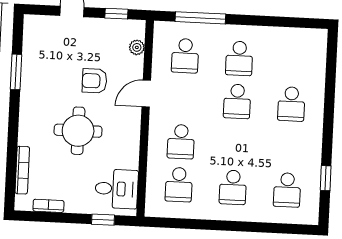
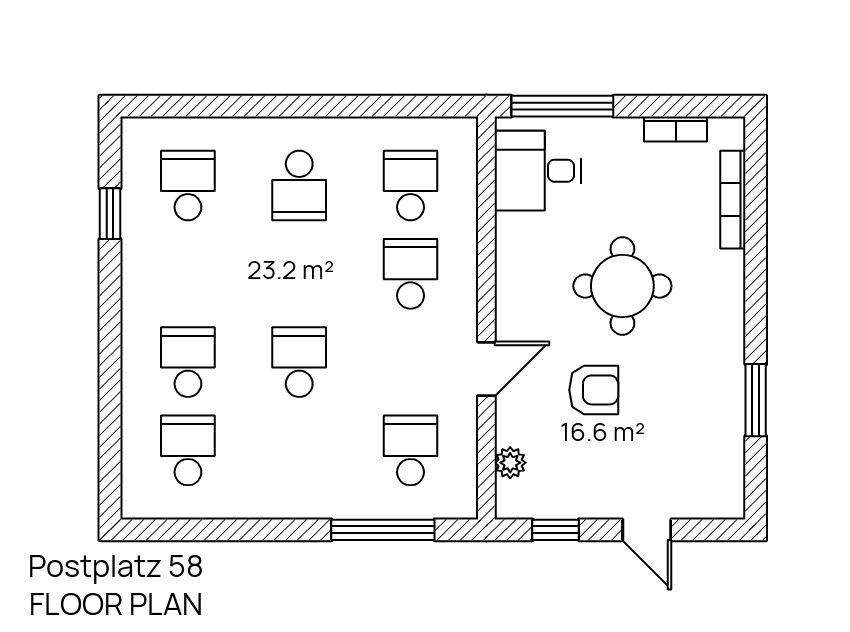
school desk: (239, 58) -> (188, 450), moved
school desk: (233, 187) -> (299, 186), turned 180
window: (103, 220) -> (562, 106), width x2.17

